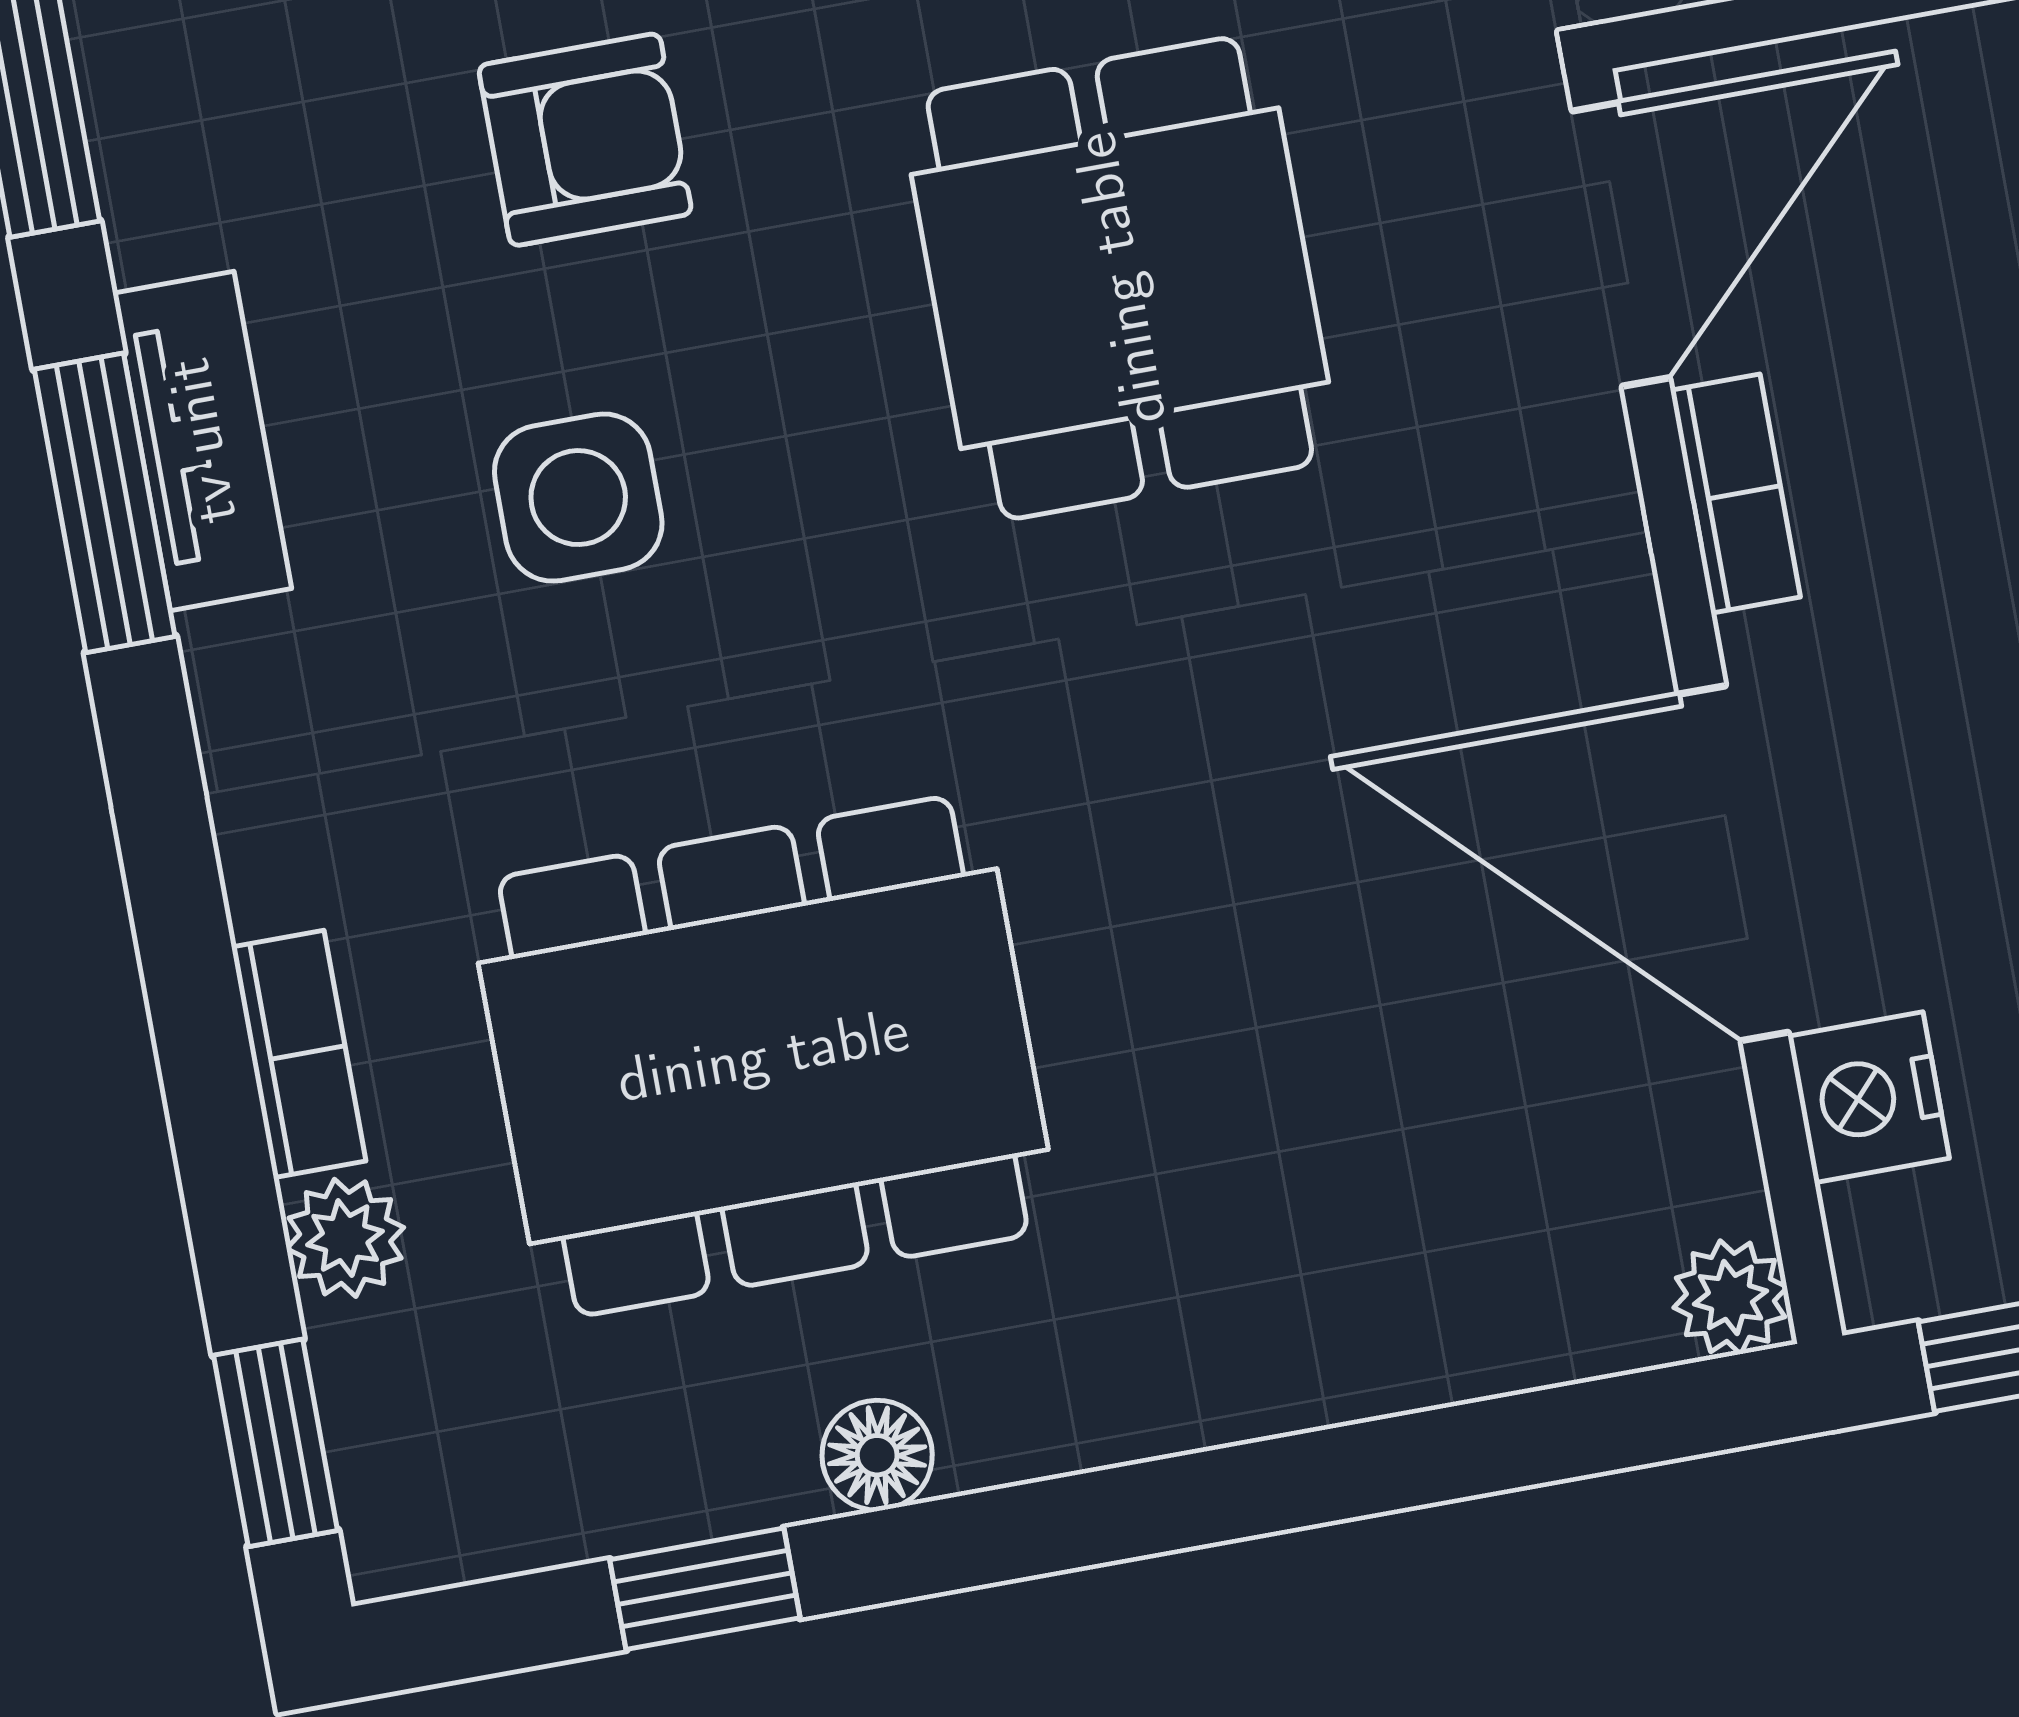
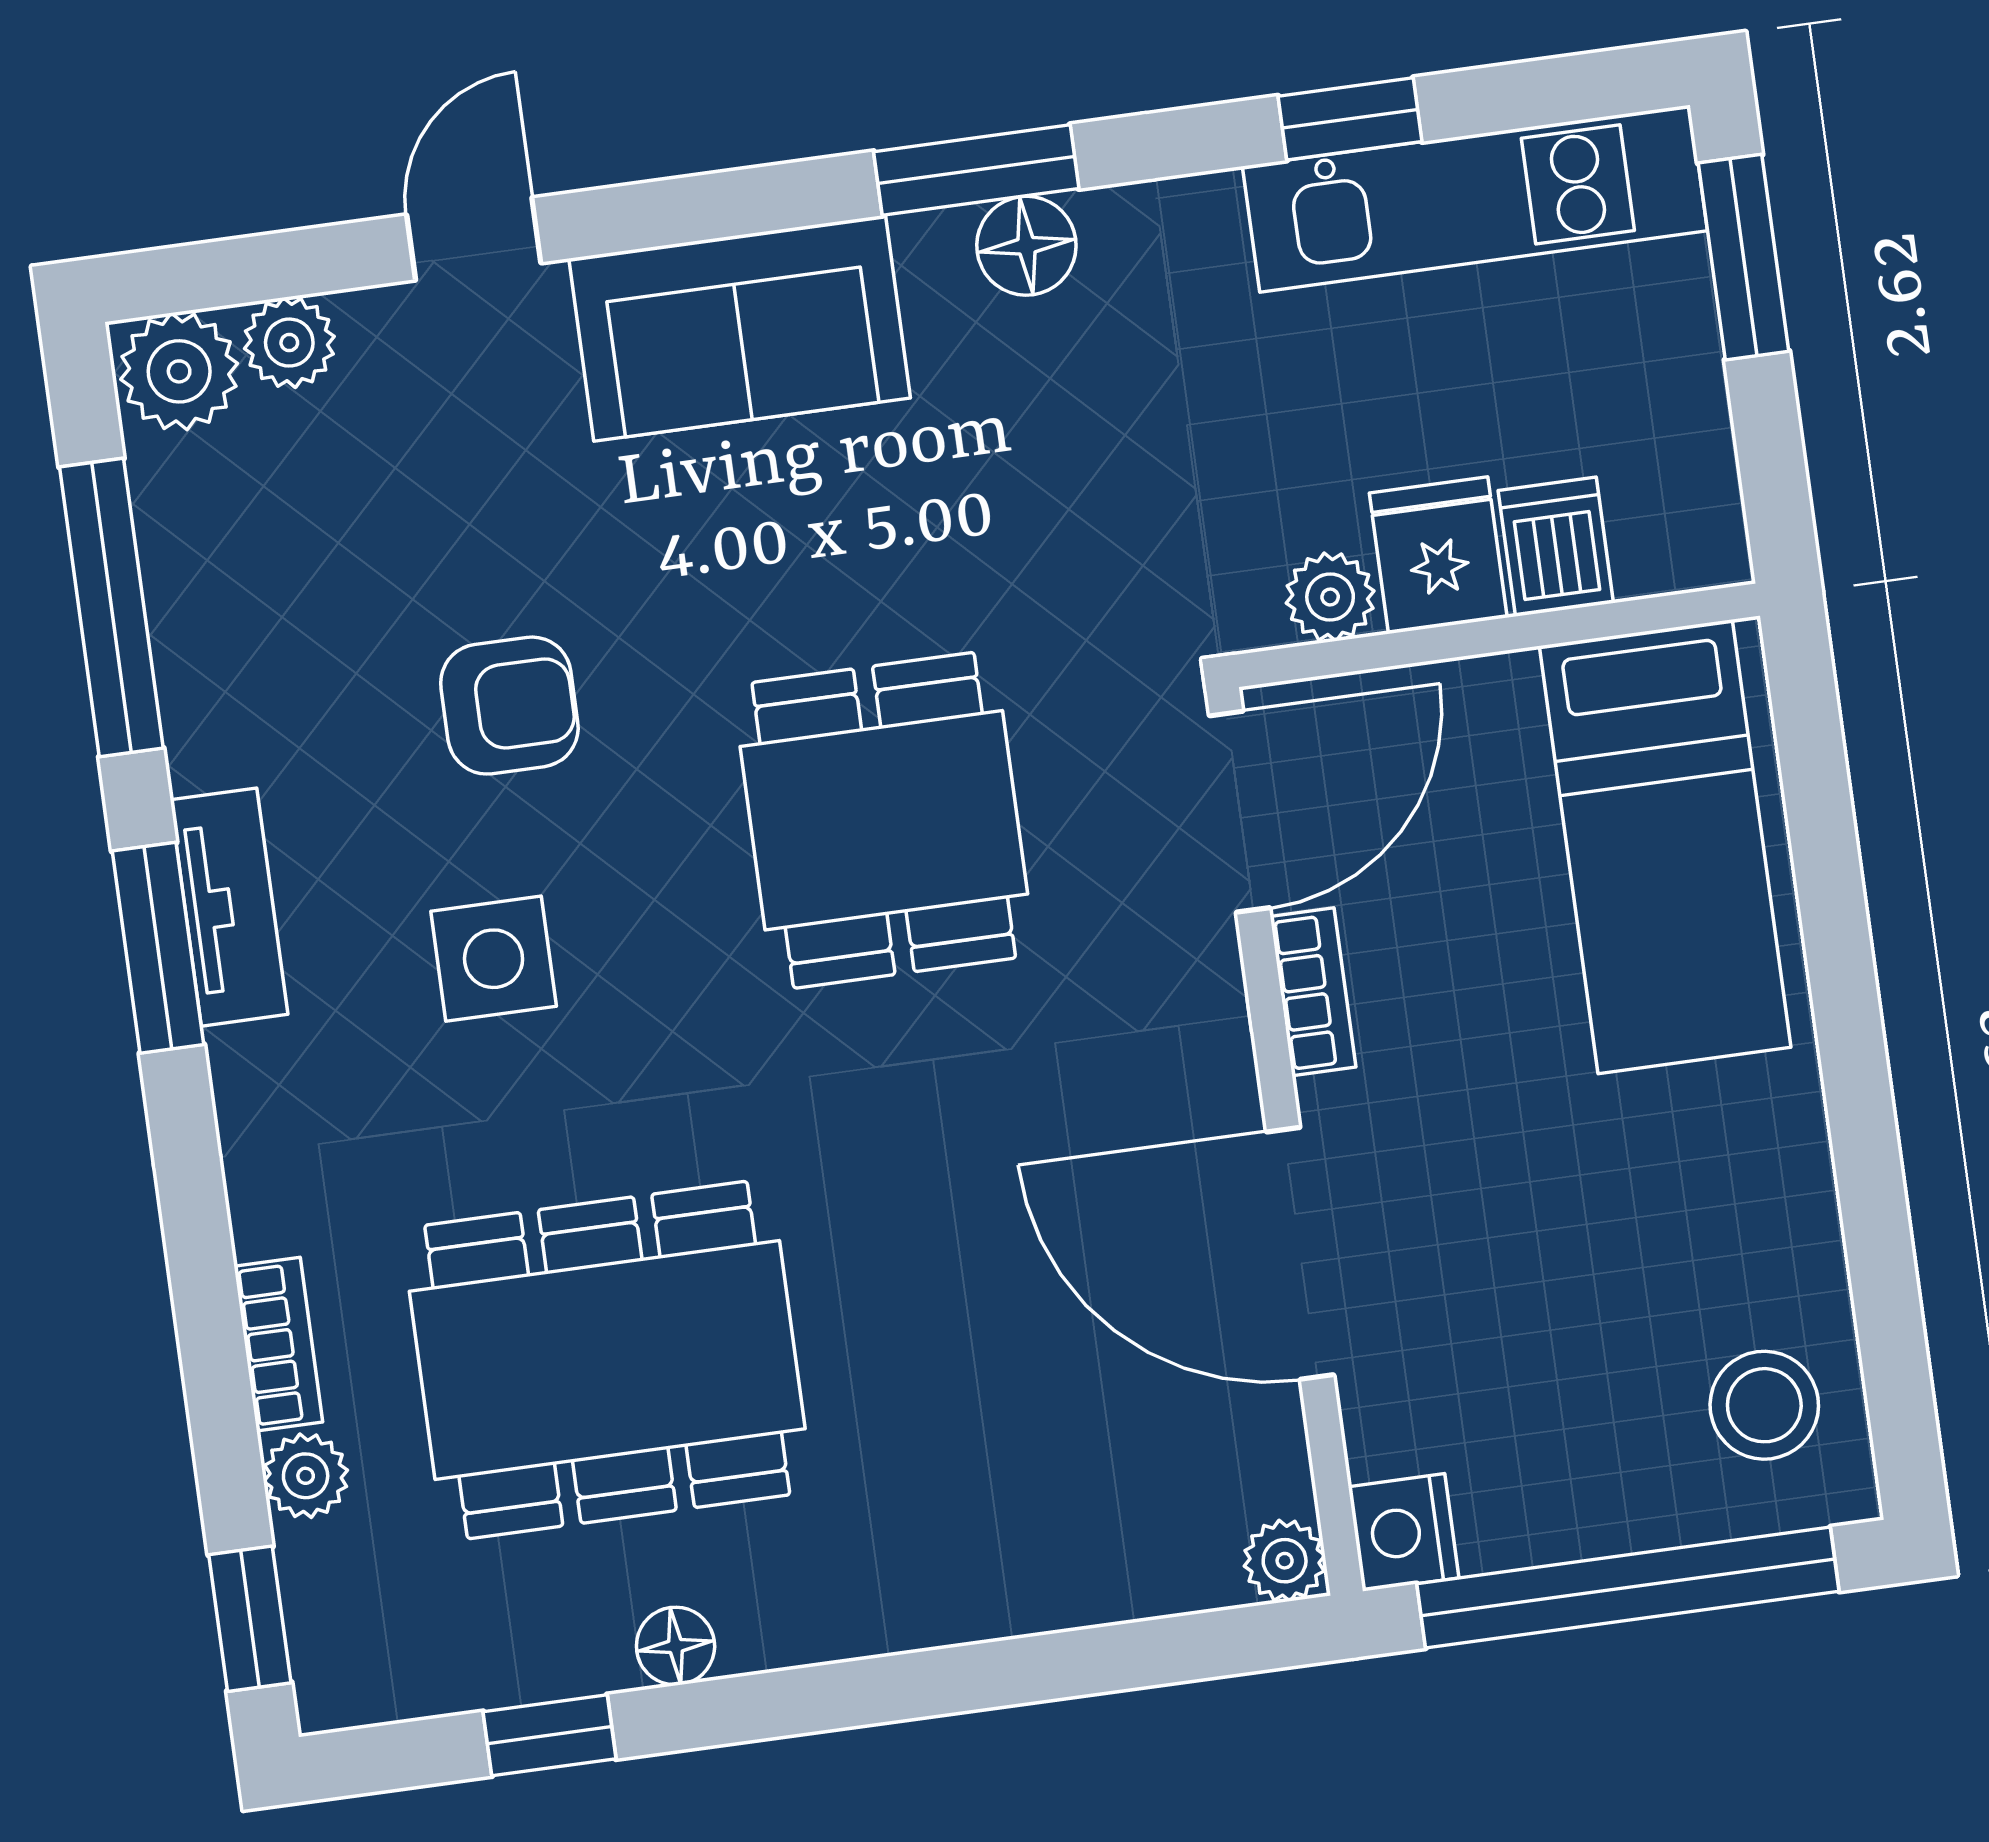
nightstand: (1869, 1097) -> (1404, 1532), moved

